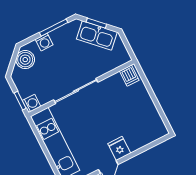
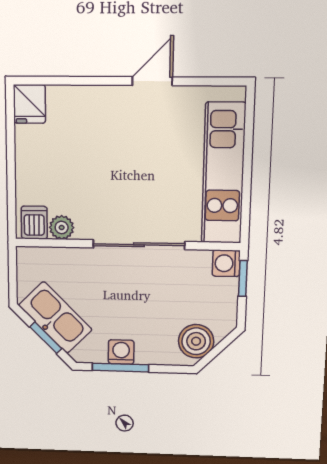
washing machine: (44, 42) -> (121, 352), moved
plant: (115, 80) -> (62, 227), added
fridge: (119, 148) -> (29, 104), moved

